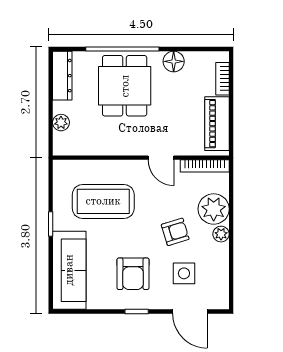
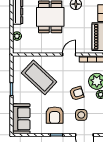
door: (161, 158) -> (69, 54), swing flipped
coffee table: (103, 201) -> (39, 77), turned 43
sofa: (69, 270) -> (21, 119), width x0.73

